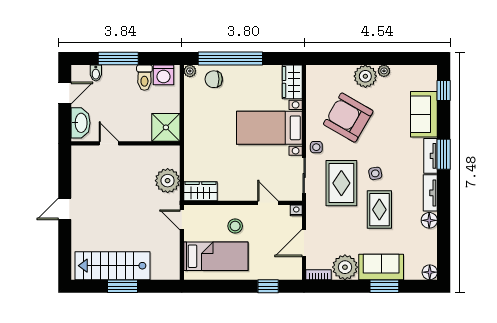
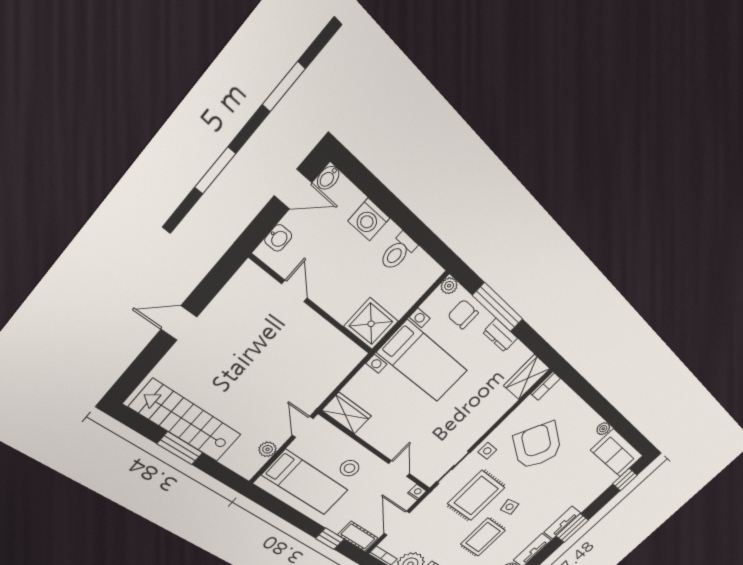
window: (118, 58) -> (390, 204), removed
window: (230, 58) -> (498, 307), width x0.68
dresser: (248, 72) -> (500, 335), added
bidet: (96, 73) -> (328, 178), moved
washing machine: (163, 75) -> (369, 220), moved
plant: (365, 76) -> (586, 421), removed
bookcase: (311, 77) -> (545, 386), added
sofa: (424, 114) -> (617, 453), moved, turned -90
washbasin: (81, 123) -> (278, 238), width x0.52, depth x0.69
bed with nightstands: (269, 128) -> (423, 362), moved, turned 180
plant: (168, 181) -> (268, 449), moved, width x0.53, depth x0.53
door: (304, 243) -> (397, 523), hinge flipped
cot: (286, 271) -> (358, 536), added

